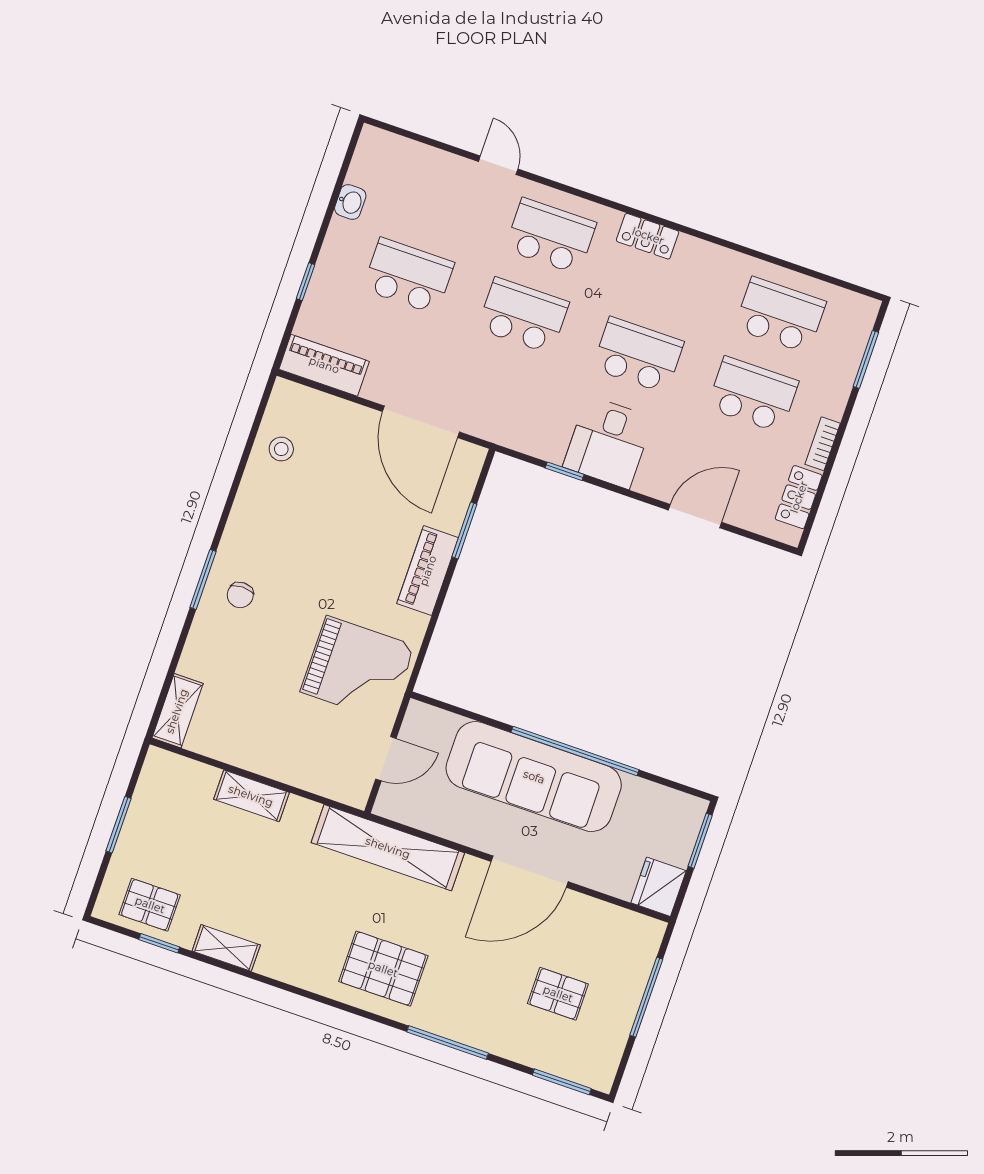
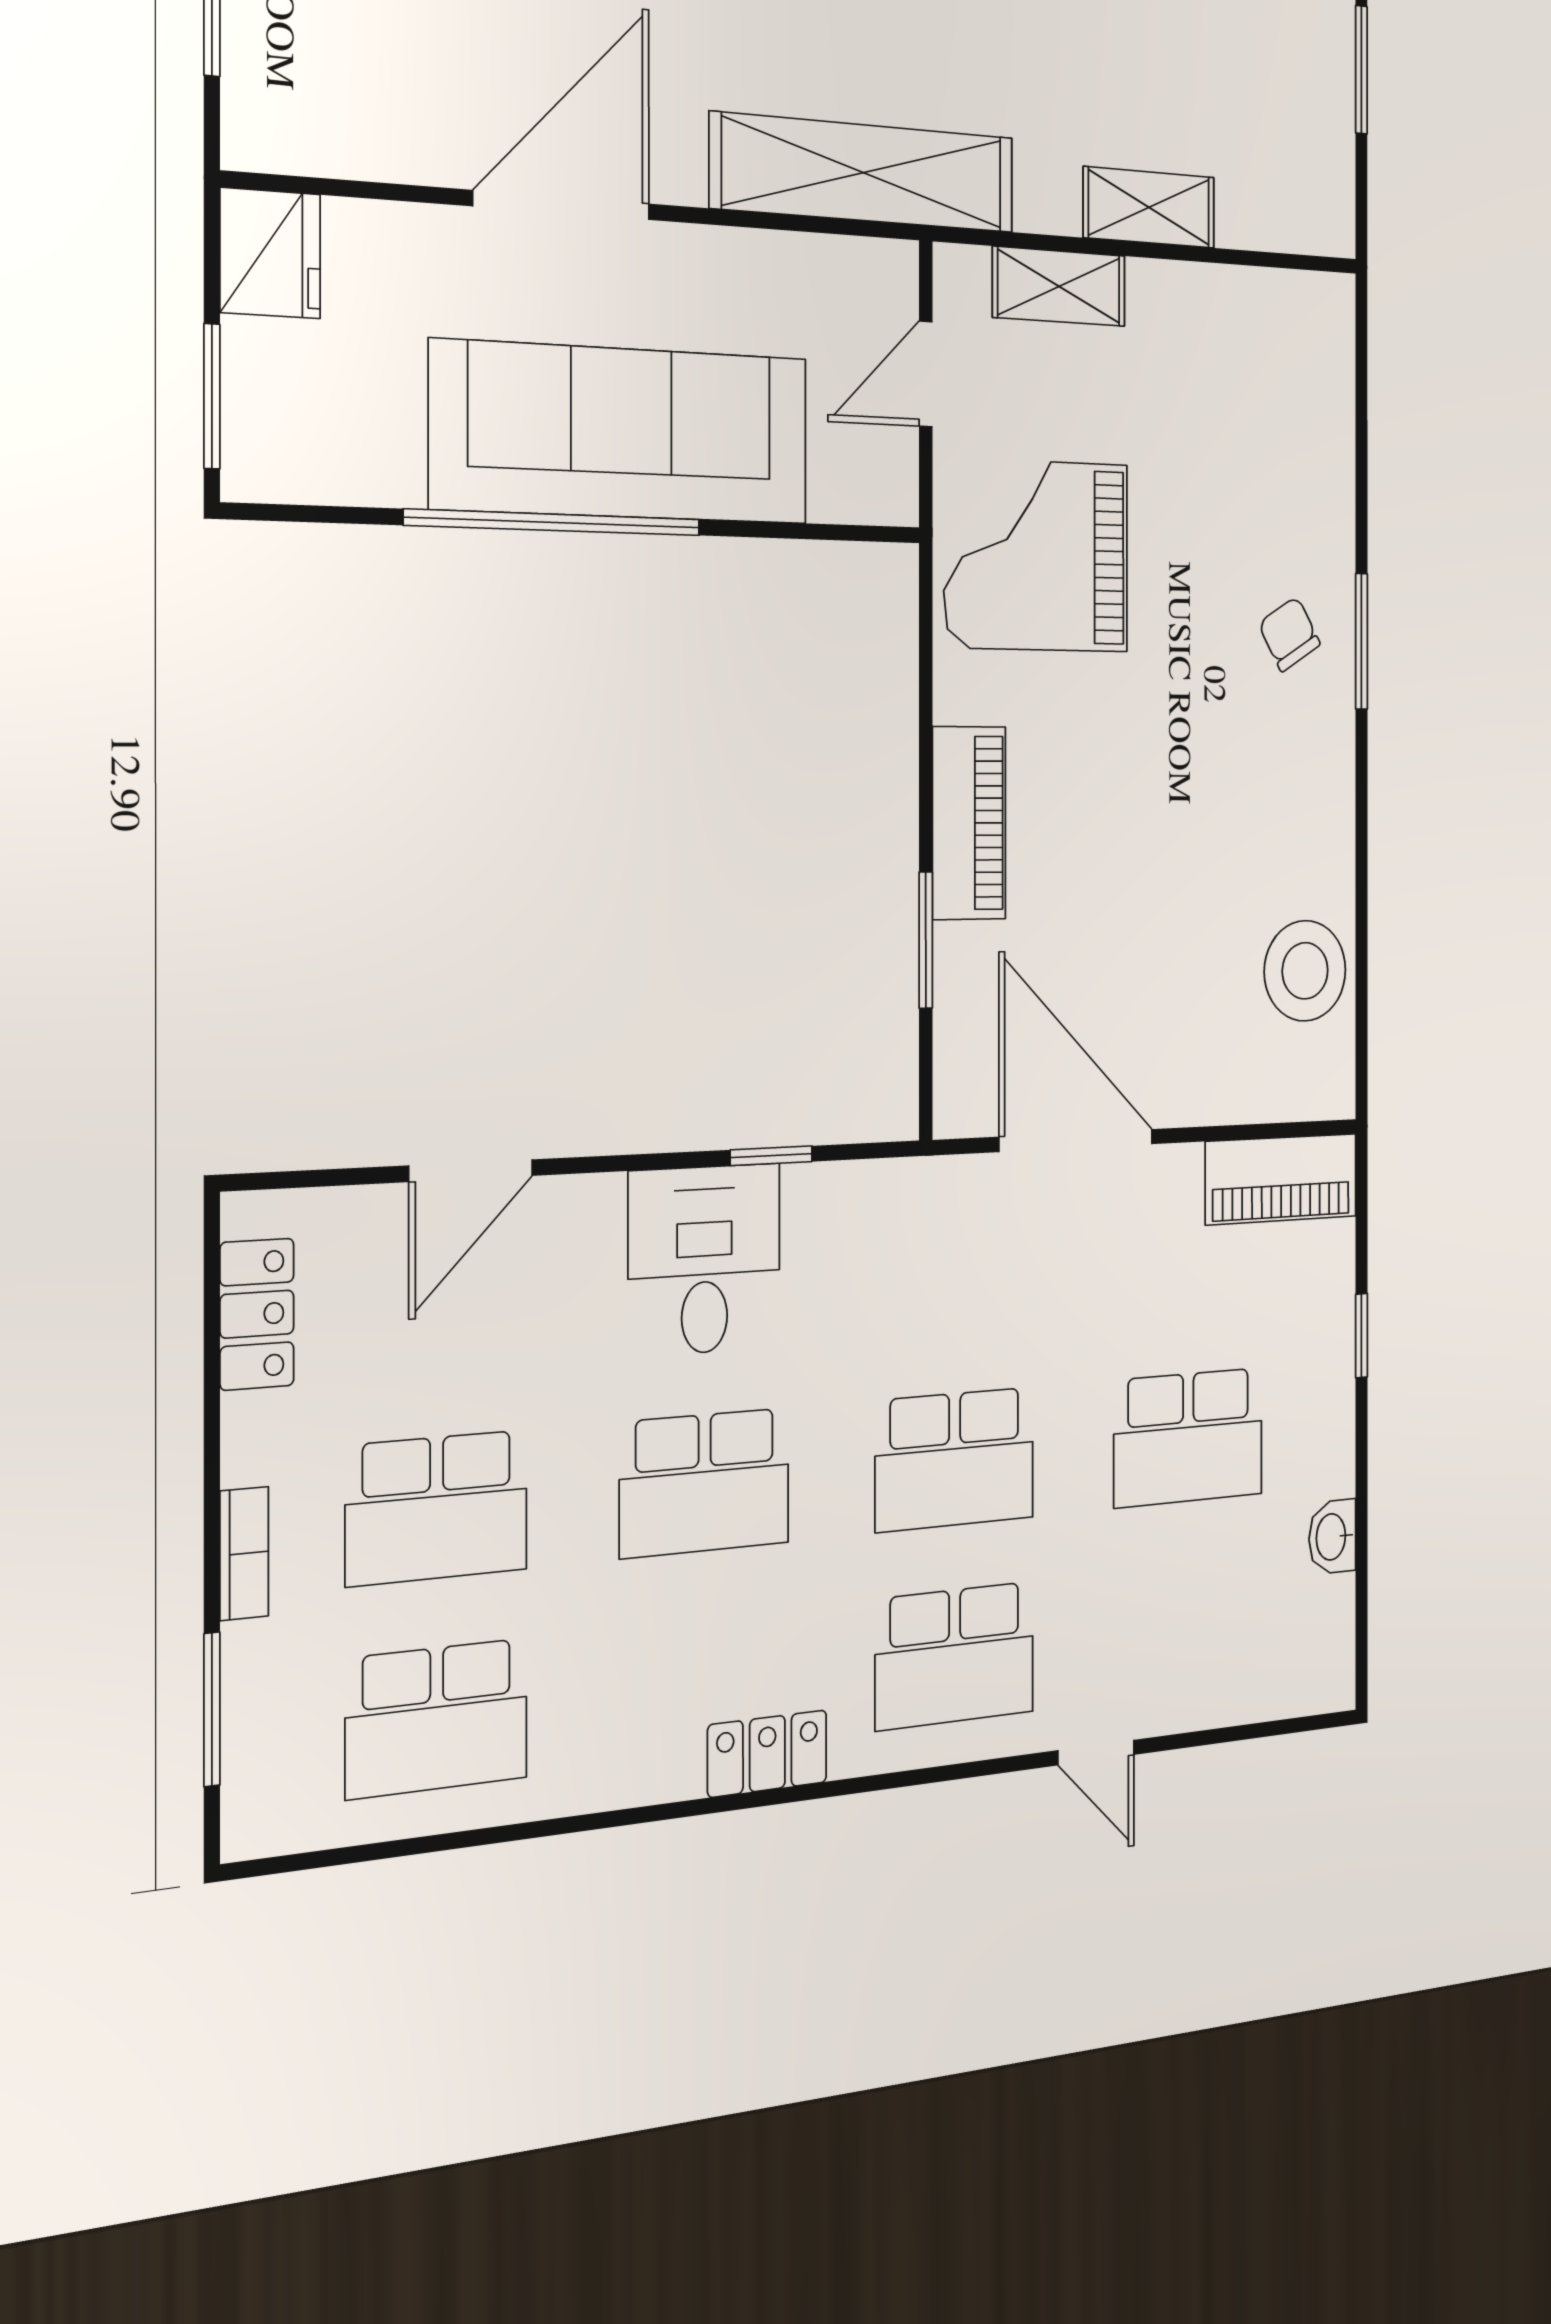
bookcase: (823, 444) -> (244, 1554), moved
stool: (281, 449) -> (1305, 971), width x1.89, depth x1.89
chair: (240, 595) -> (1289, 634), turned -31
shelving: (177, 711) -> (1059, 286), moved, turned 90

